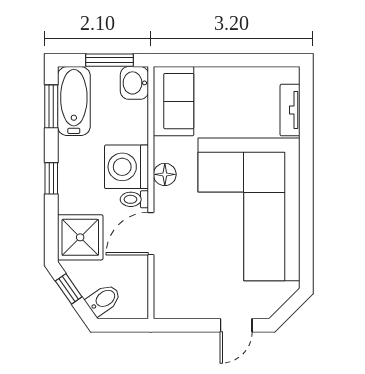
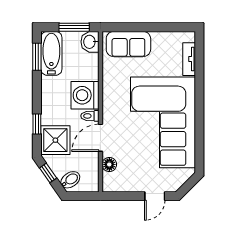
sofa: (174, 101) -> (128, 44), moved, turned 90
floor lamp: (165, 174) -> (109, 164), moved
window: (51, 178) -> (37, 124), moved

